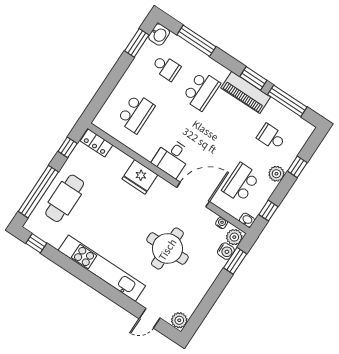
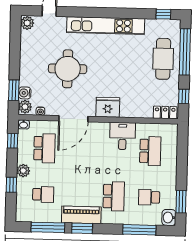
school desk: (201, 91) -> (114, 196), turned 180
school desk: (136, 113) -> (150, 151), turned 180
desk: (172, 158) -> (122, 136), moved
fridge: (140, 177) -> (108, 107), moved

